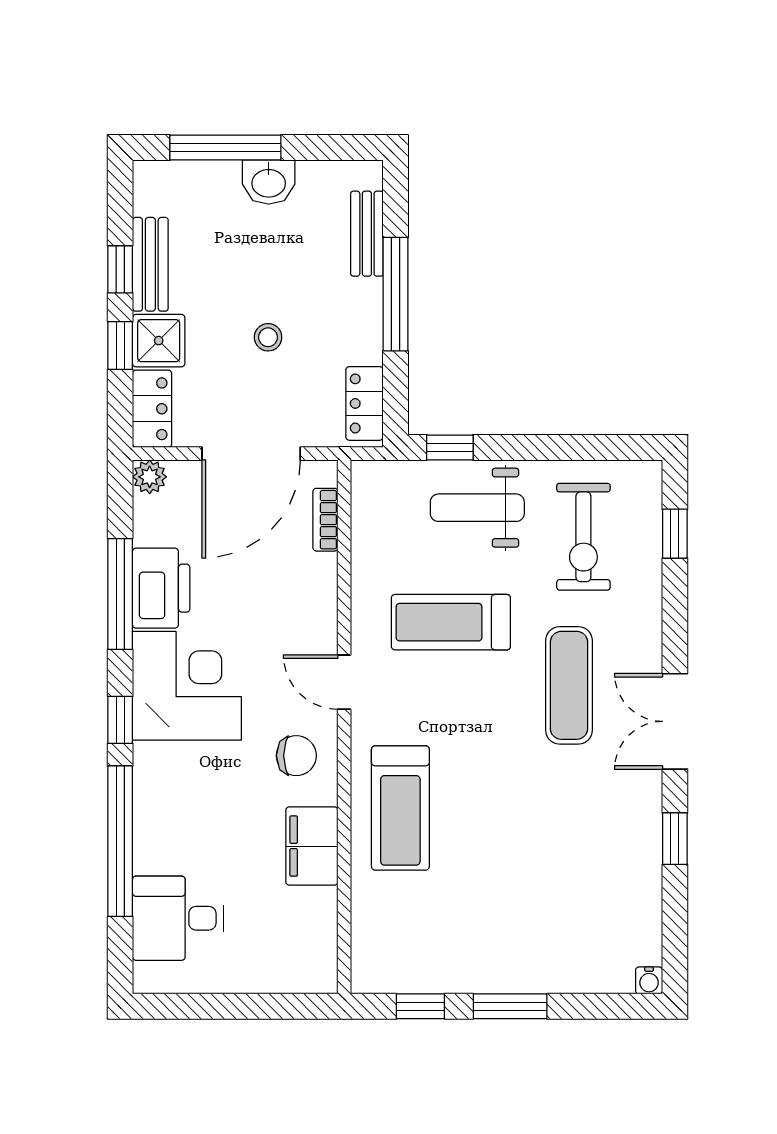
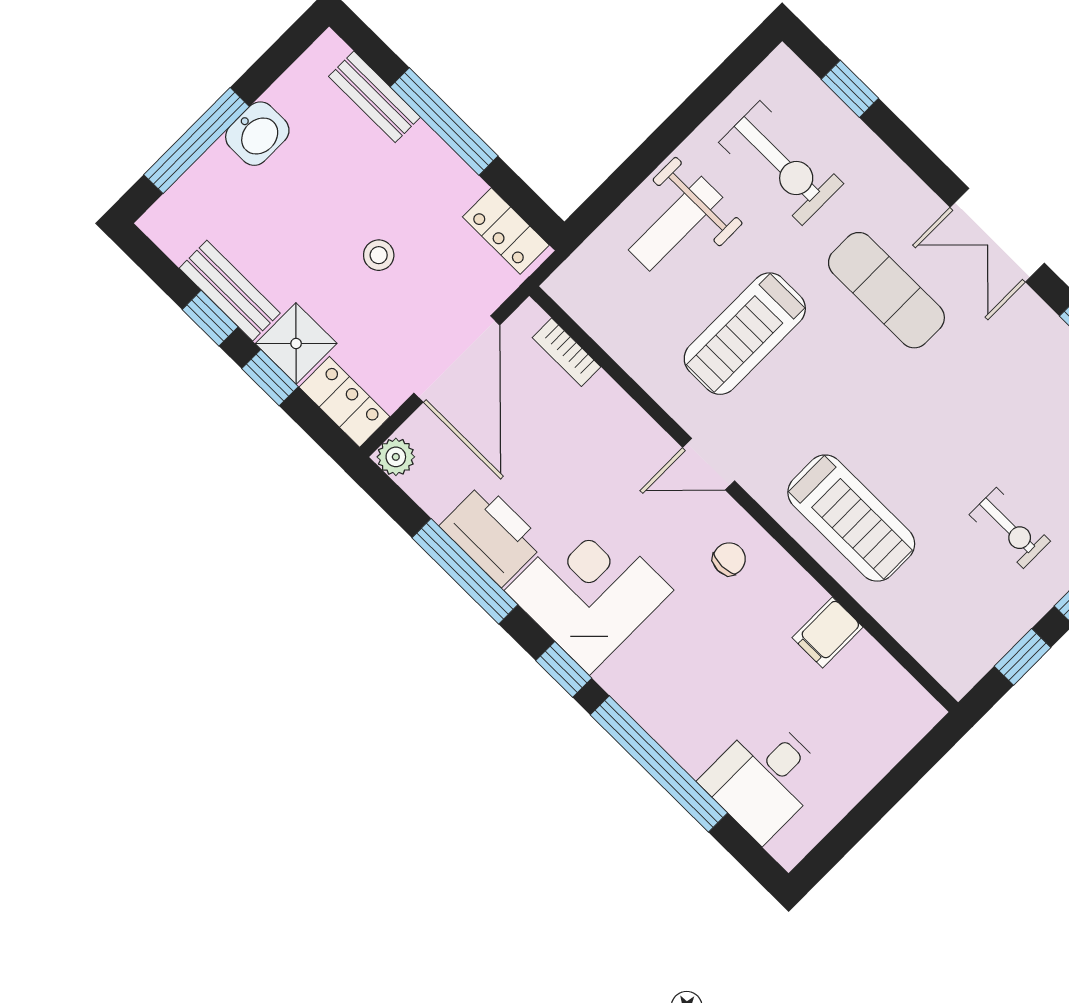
window: (450, 447) -> (607, 198), removed
chair: (296, 756) -> (729, 559), width x0.73, depth x0.73
filing cabinet: (312, 846) -> (827, 632), width x0.50
exercise bike: (495, 916) -> (1010, 528), added

